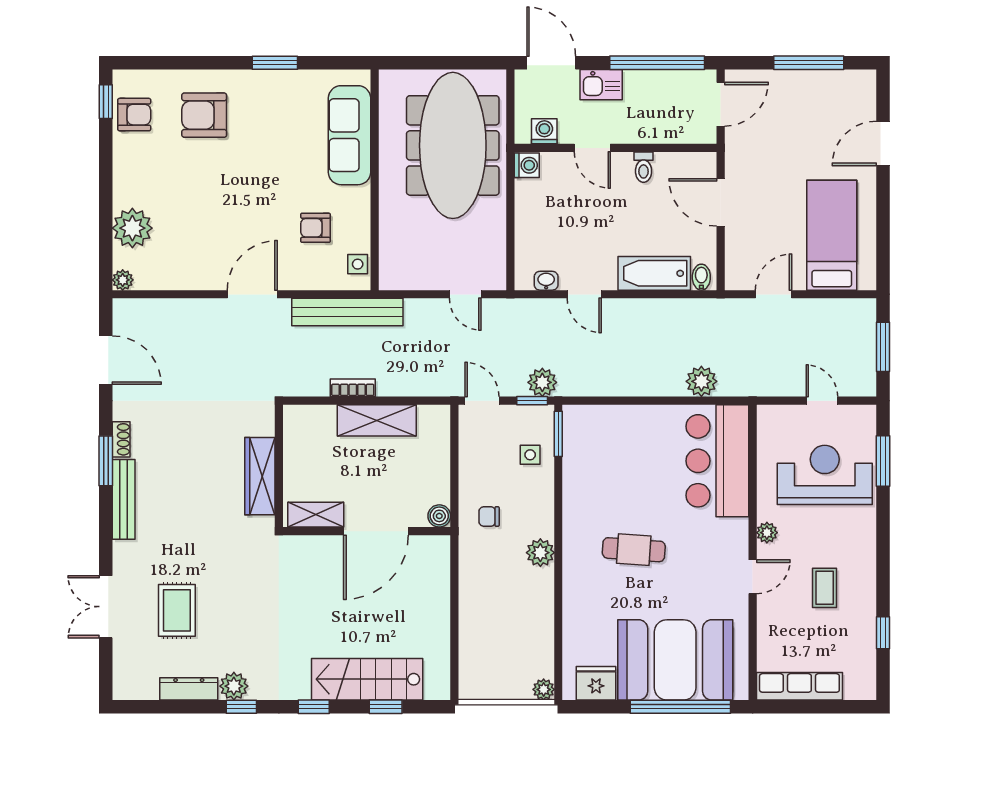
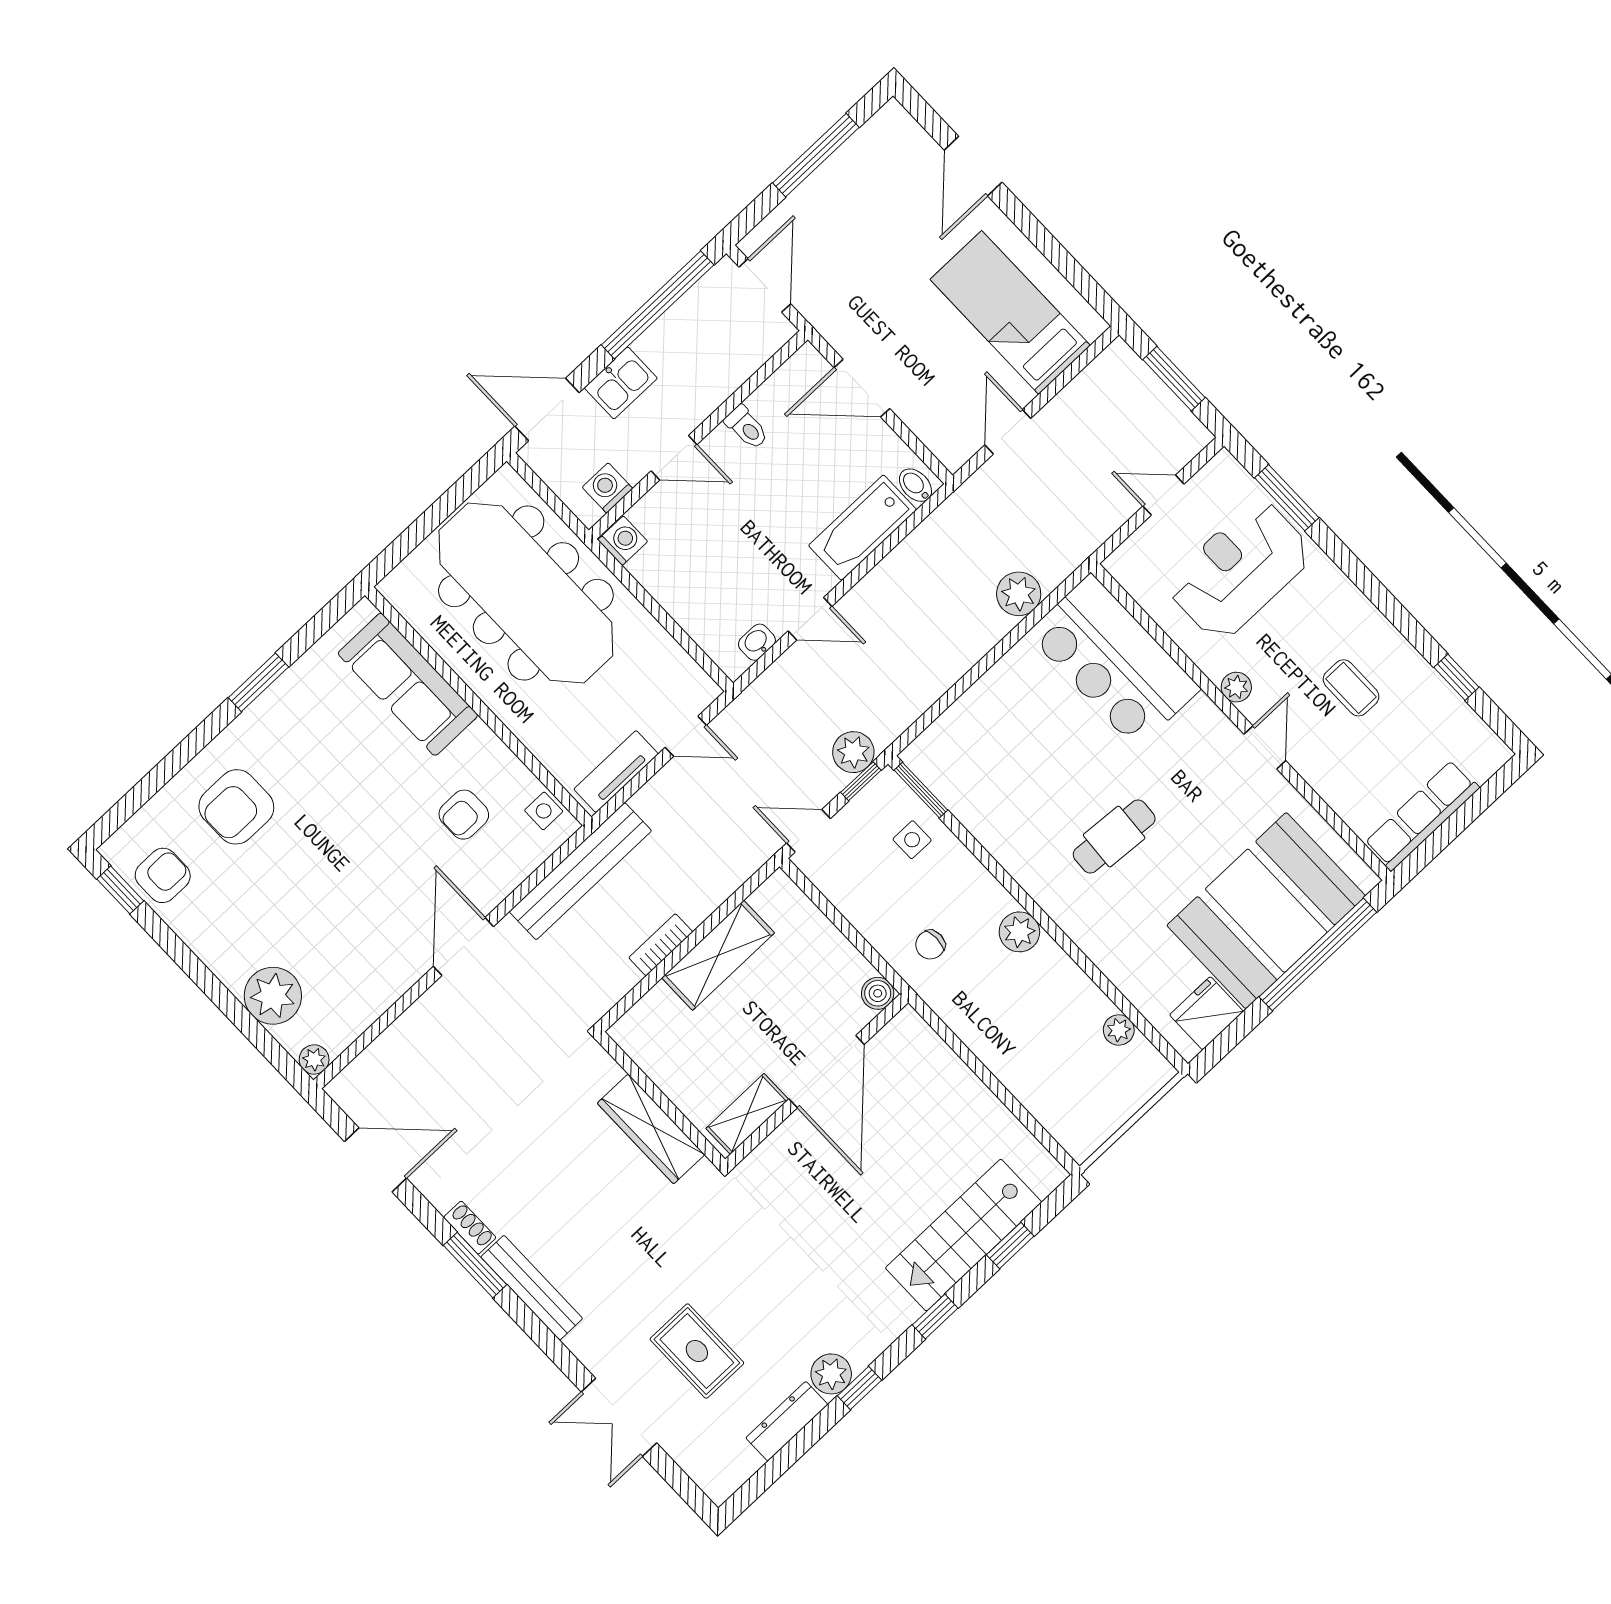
tv unit: (413, 279) -> (616, 772), added
plant: (544, 689) -> (1119, 1030), moved

